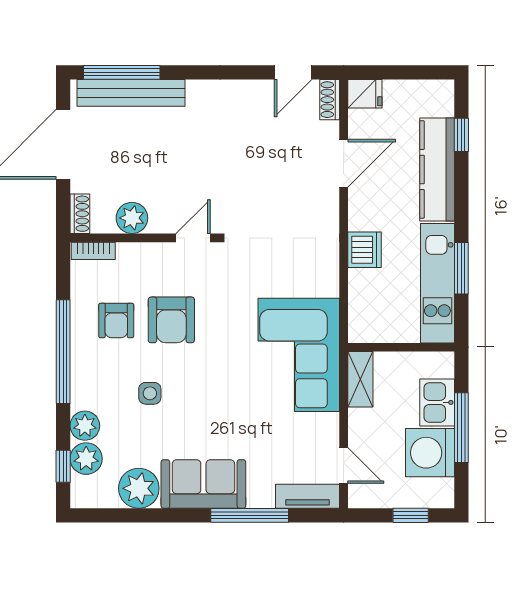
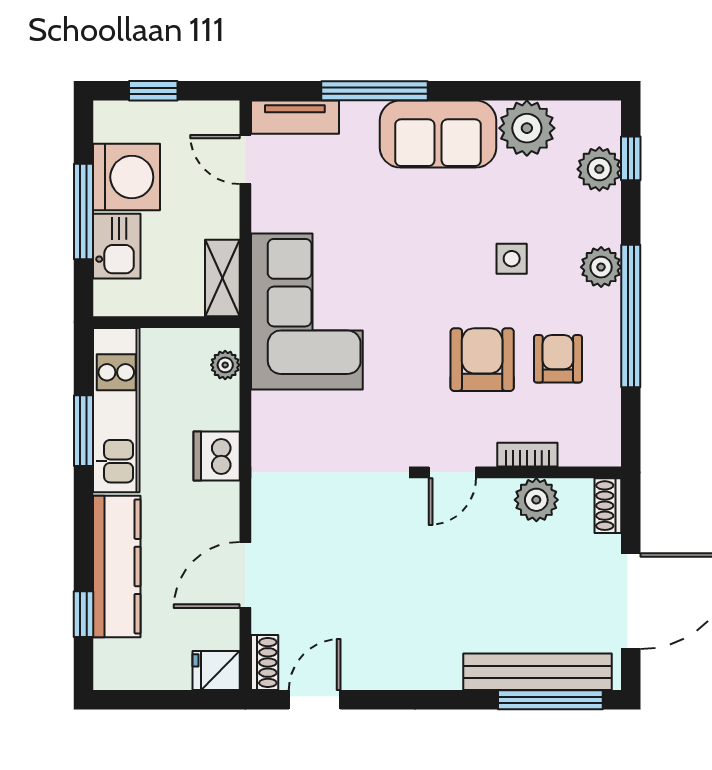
bookcase: (93, 251) -> (527, 455), moved
plant: (358, 316) -> (225, 365), added
plant: (85, 426) -> (601, 267), moved

